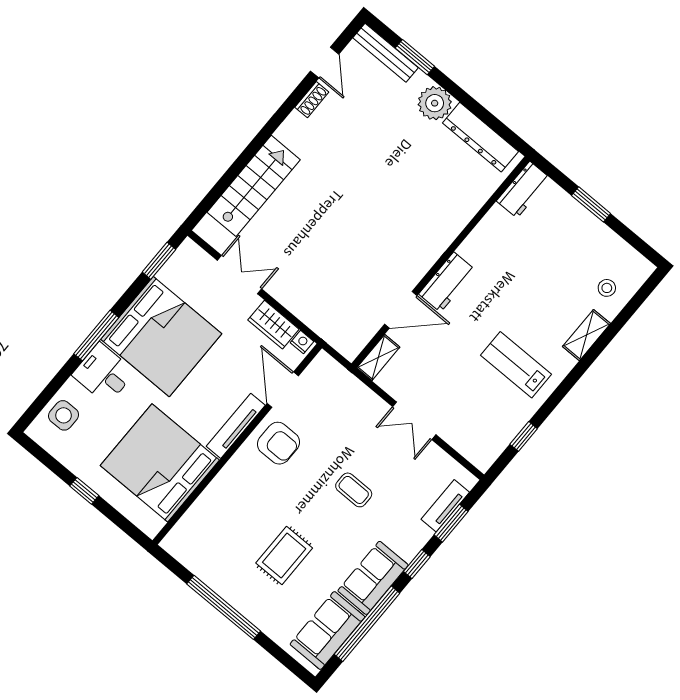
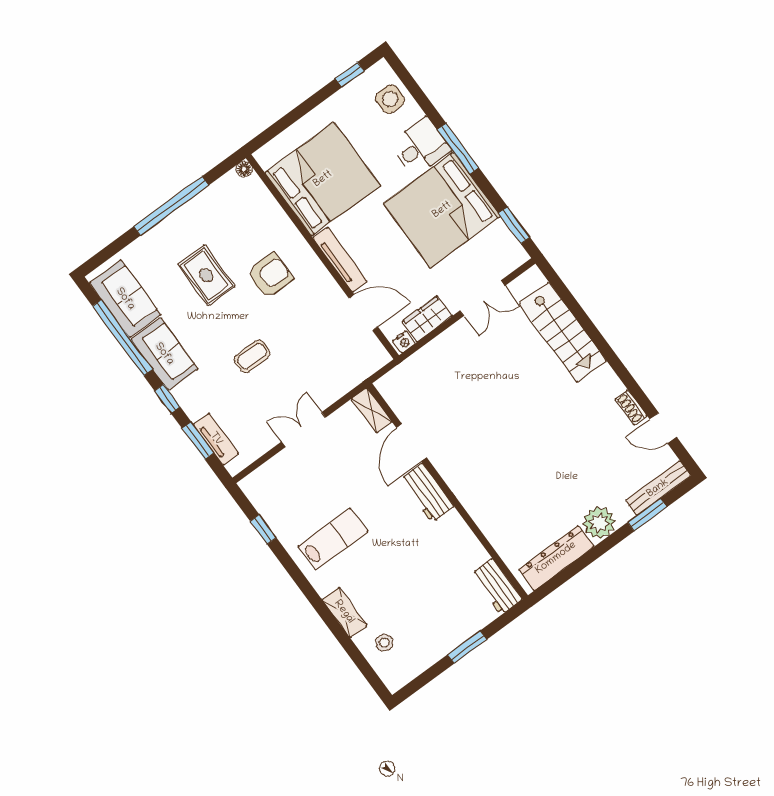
armchair: (279, 443) -> (270, 276), moved, turned 180
window: (84, 491) -> (350, 75), moved
floor lamp: (169, 544) -> (244, 169), added

